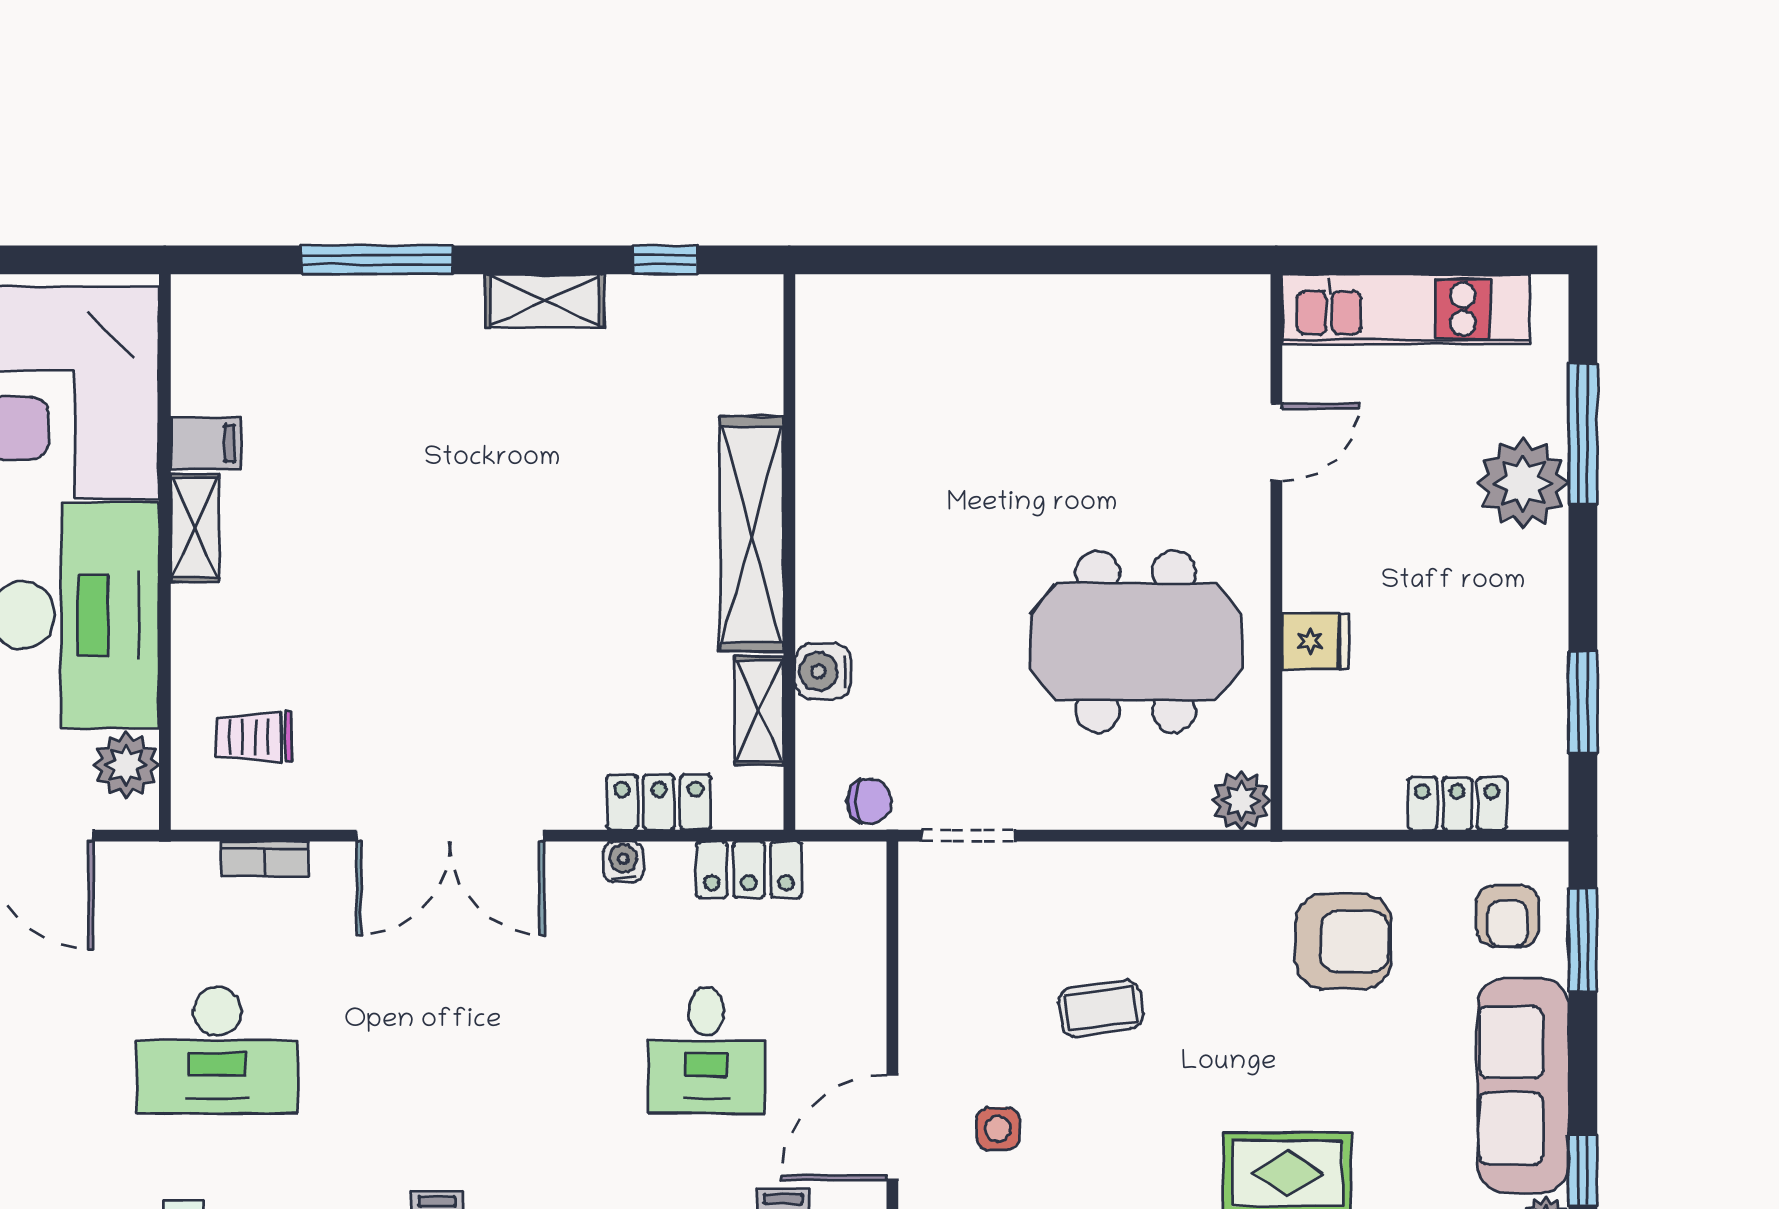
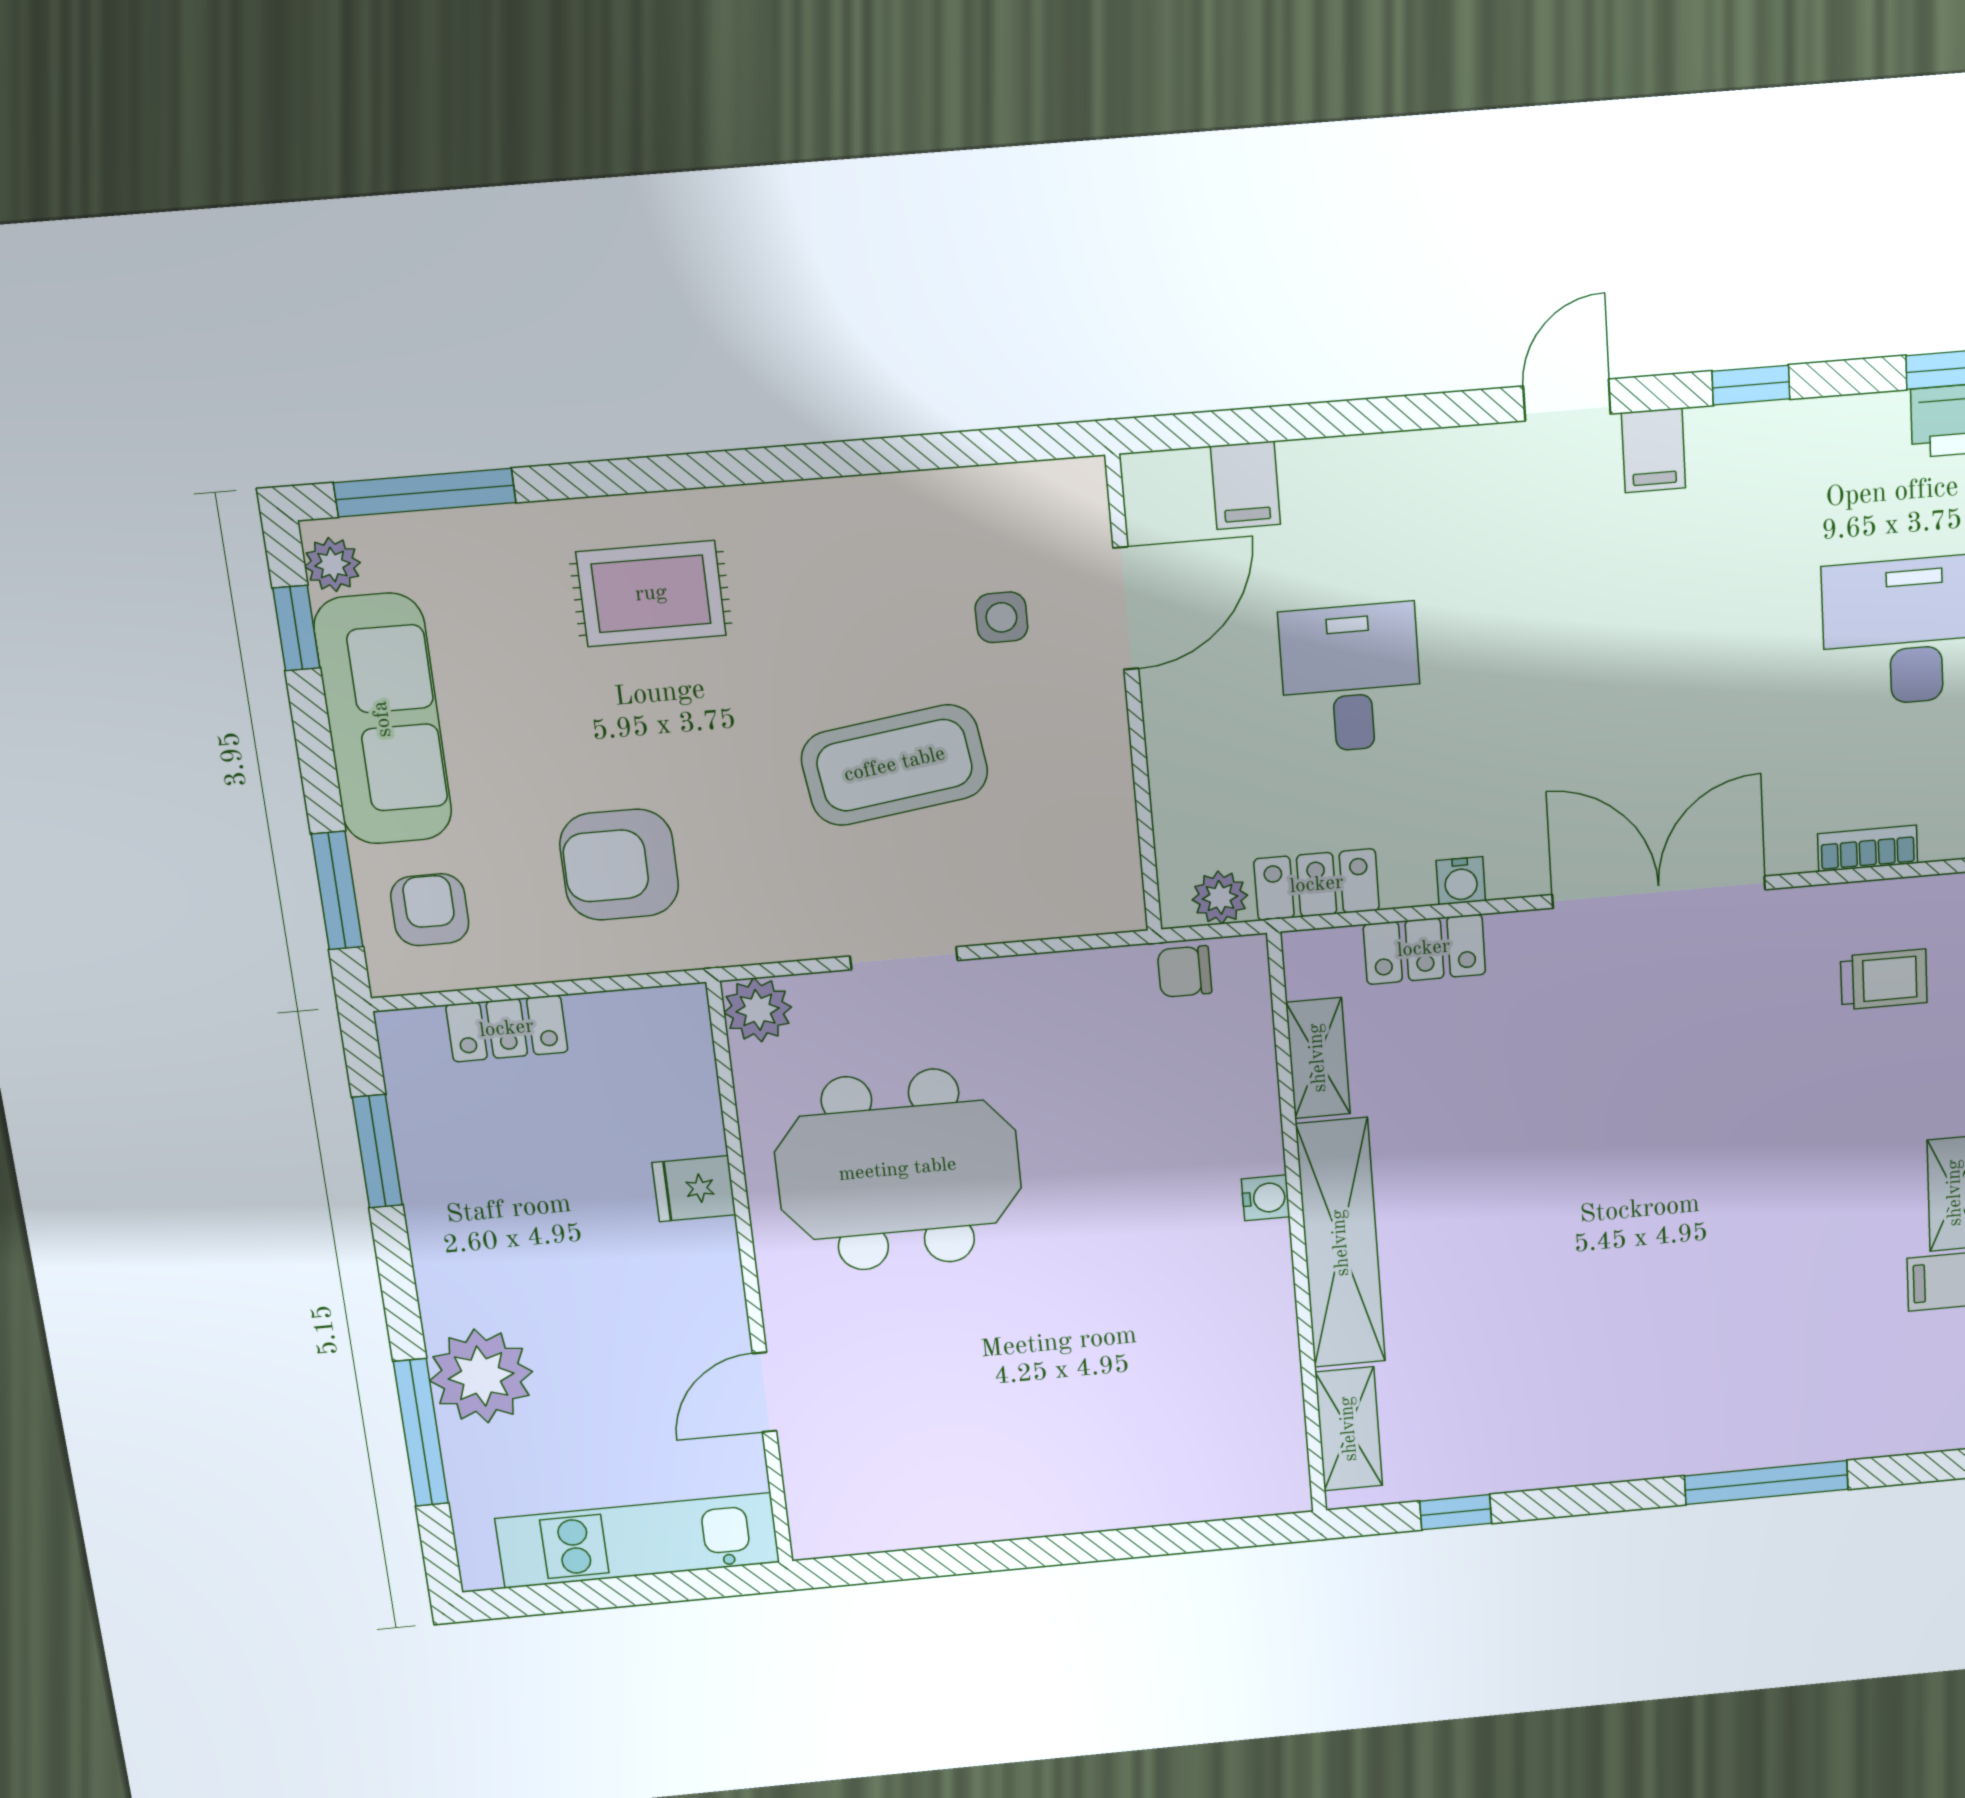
shelving: (545, 301) -> (1349, 1429), moved, turned 90
water cooler: (823, 672) -> (1266, 1198), moved, width x0.72, depth x0.72
doorway: (968, 836) -> (904, 958), moved
plant: (833, 866) -> (1220, 897), added
coffee table: (1101, 1008) -> (895, 765), width x1.86, depth x1.72

